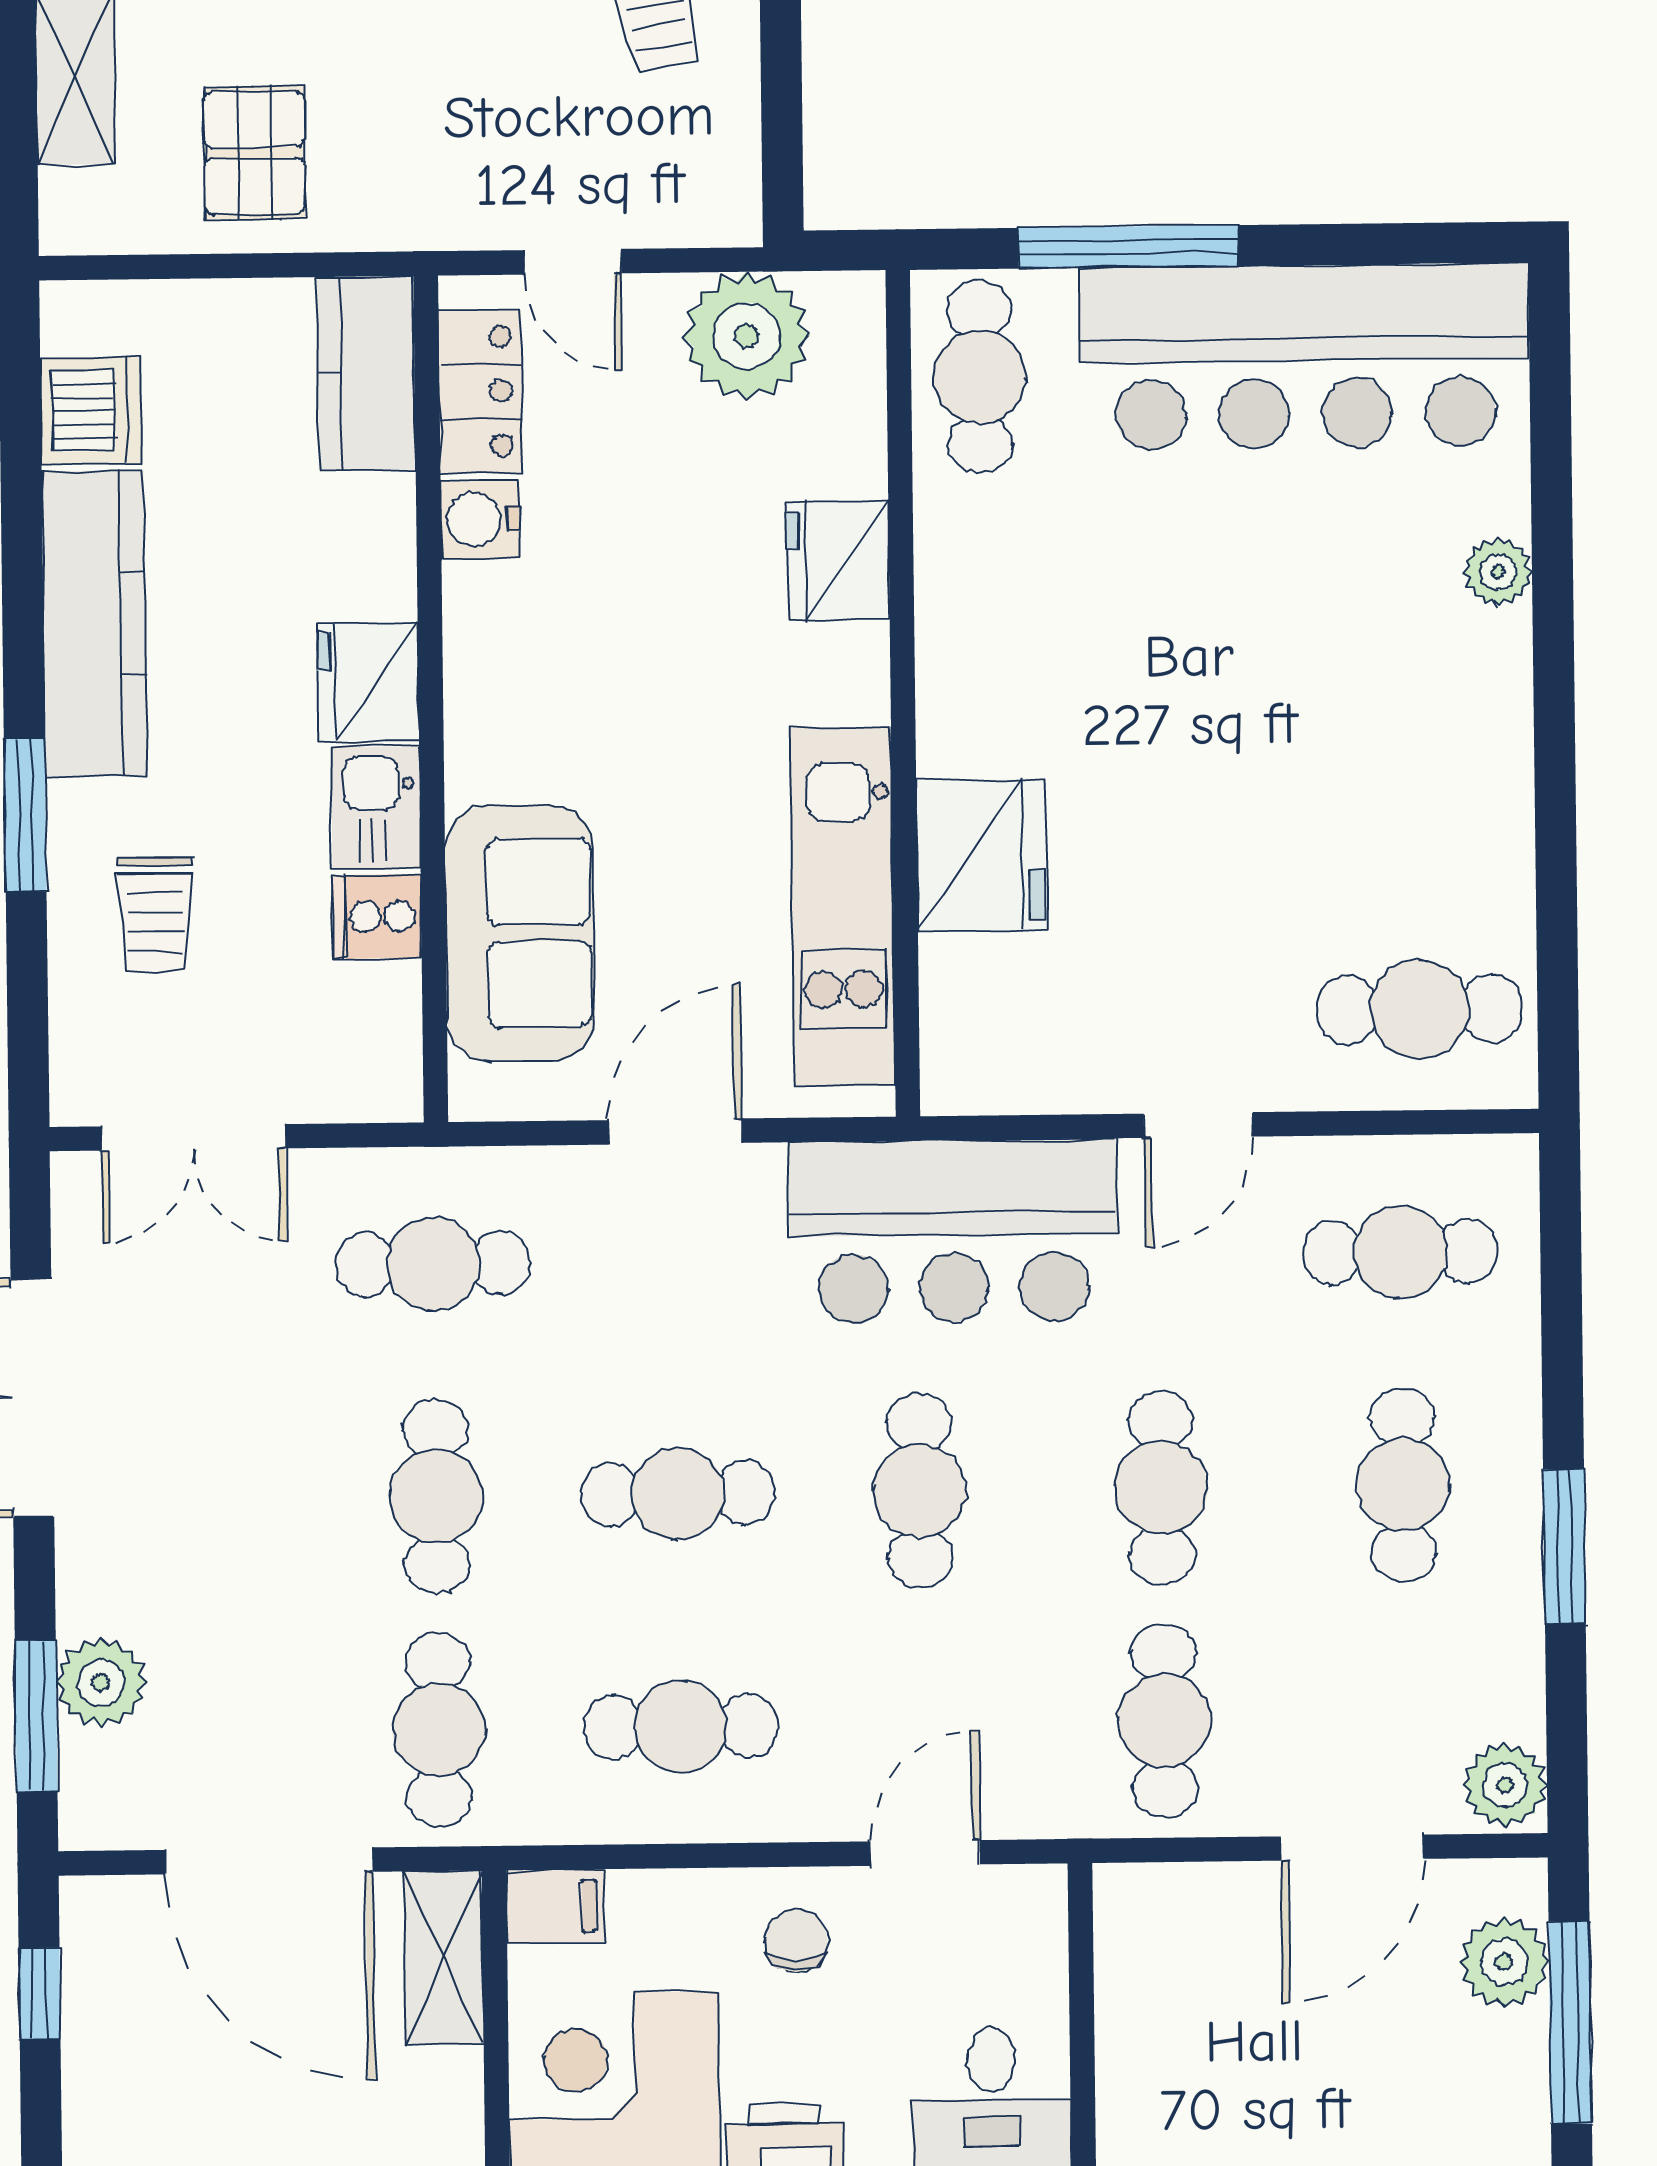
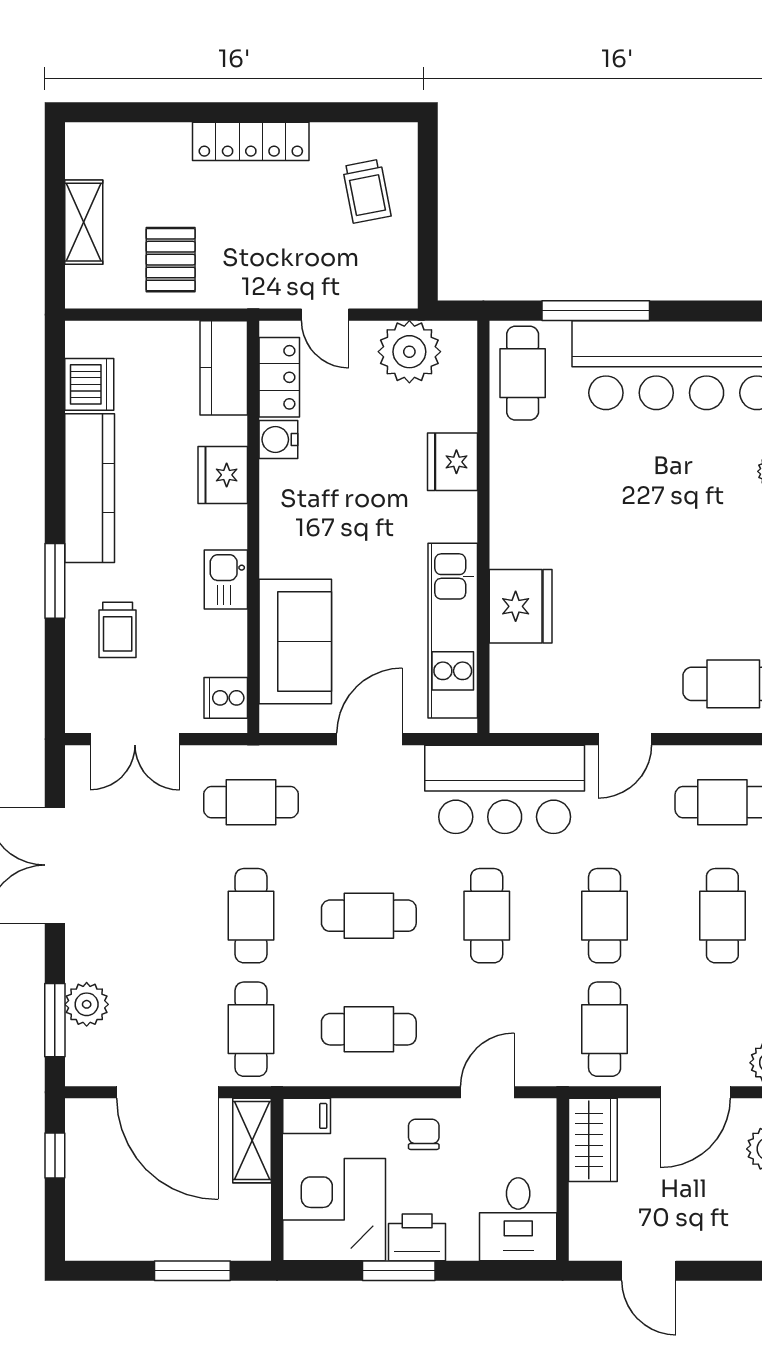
fridge: (368, 682) -> (223, 475), moved
cooker: (377, 917) -> (226, 698), moved
wardrobe: (1143, 1948) -> (593, 1140), added

